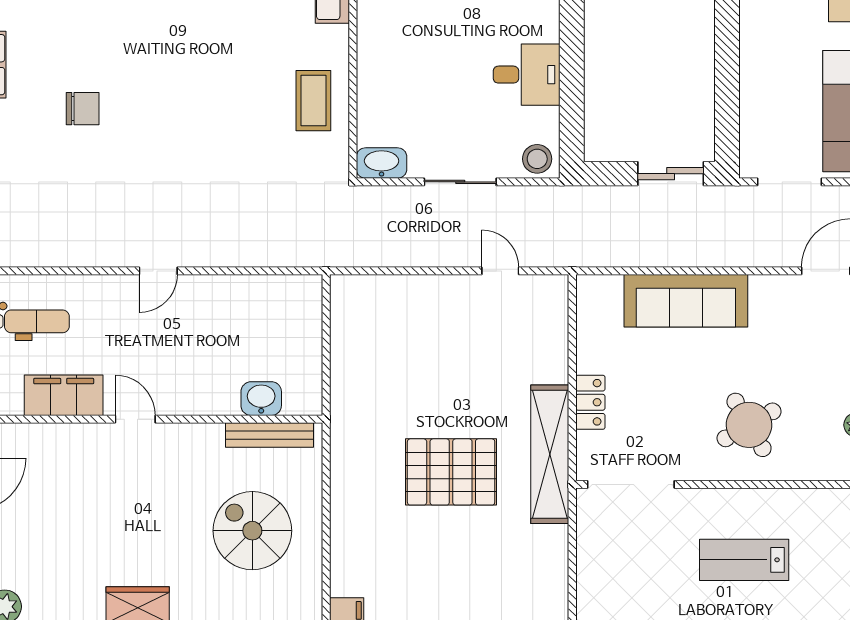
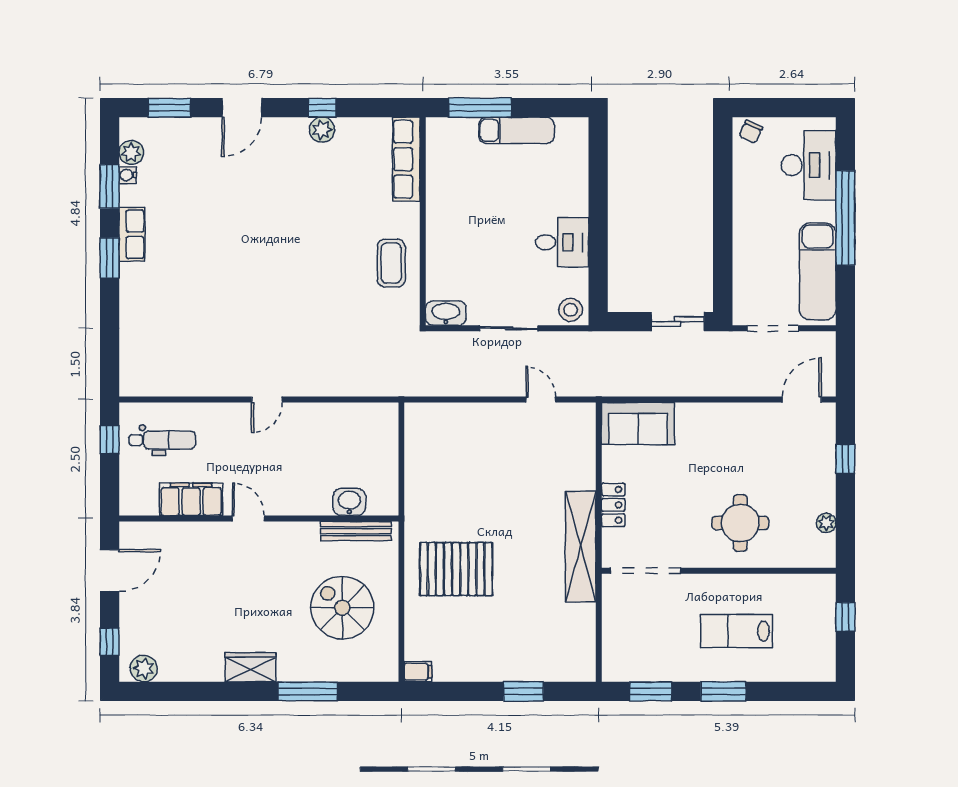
chair: (83, 109) -> (206, 269), removed
sofa: (686, 301) -> (638, 423), moved, width x0.73
round table: (749, 425) -> (740, 523), turned 30
pallet: (451, 472) -> (456, 569), moved

